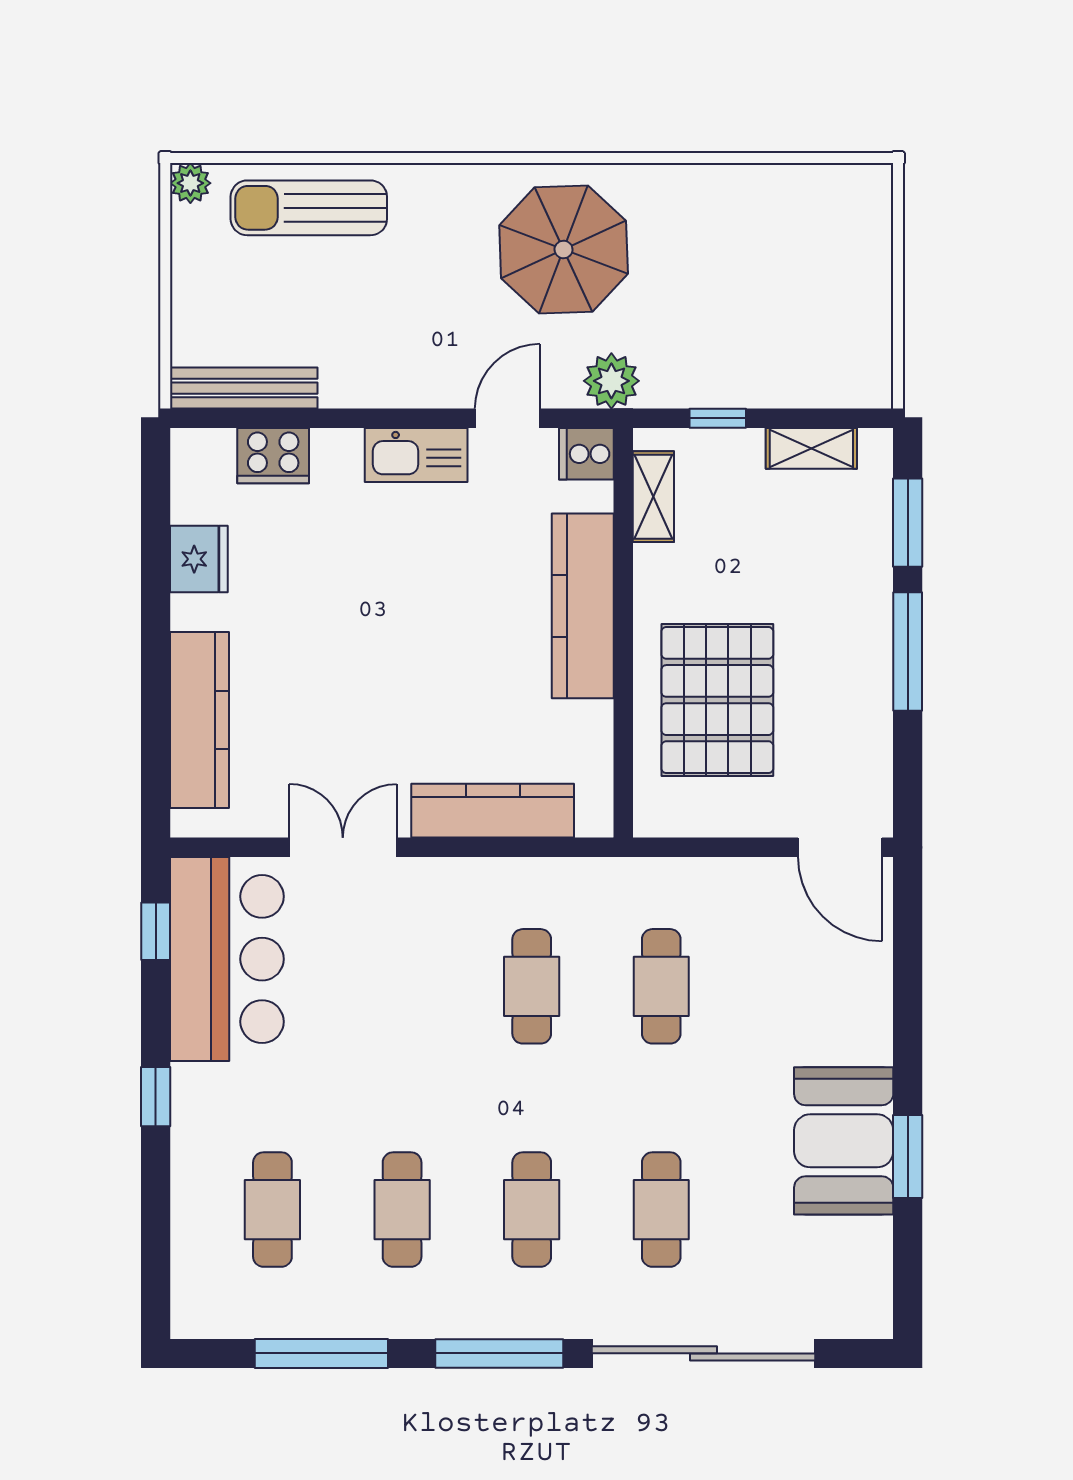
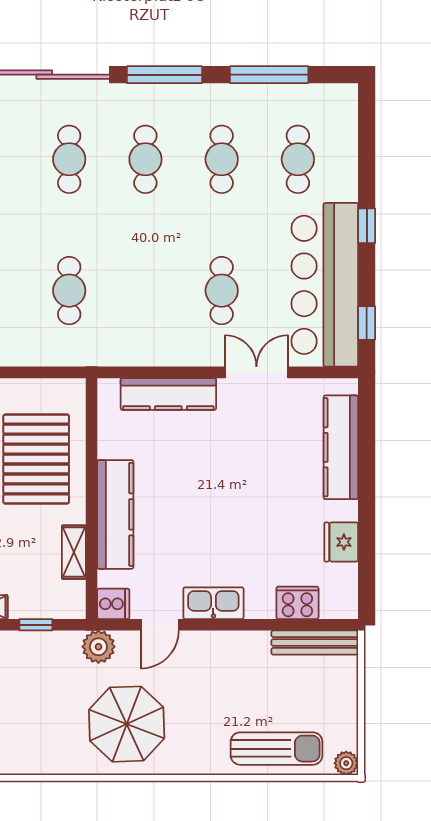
shelving: (653, 497) -> (74, 552), moved
double door: (343, 847) -> (256, 372), swing flipped
bar counter: (227, 959) -> (325, 285), width x1.36
cafe table: (532, 986) -> (222, 291), moved

